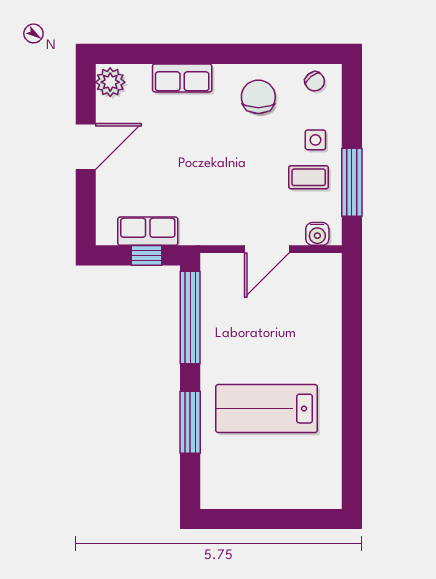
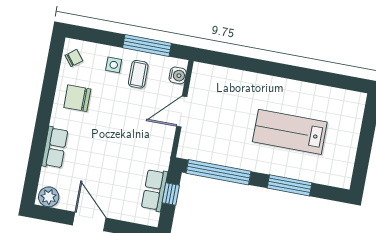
door: (267, 249) -> (182, 112), swing flipped
lab bench: (267, 409) -> (290, 132), turned 90

